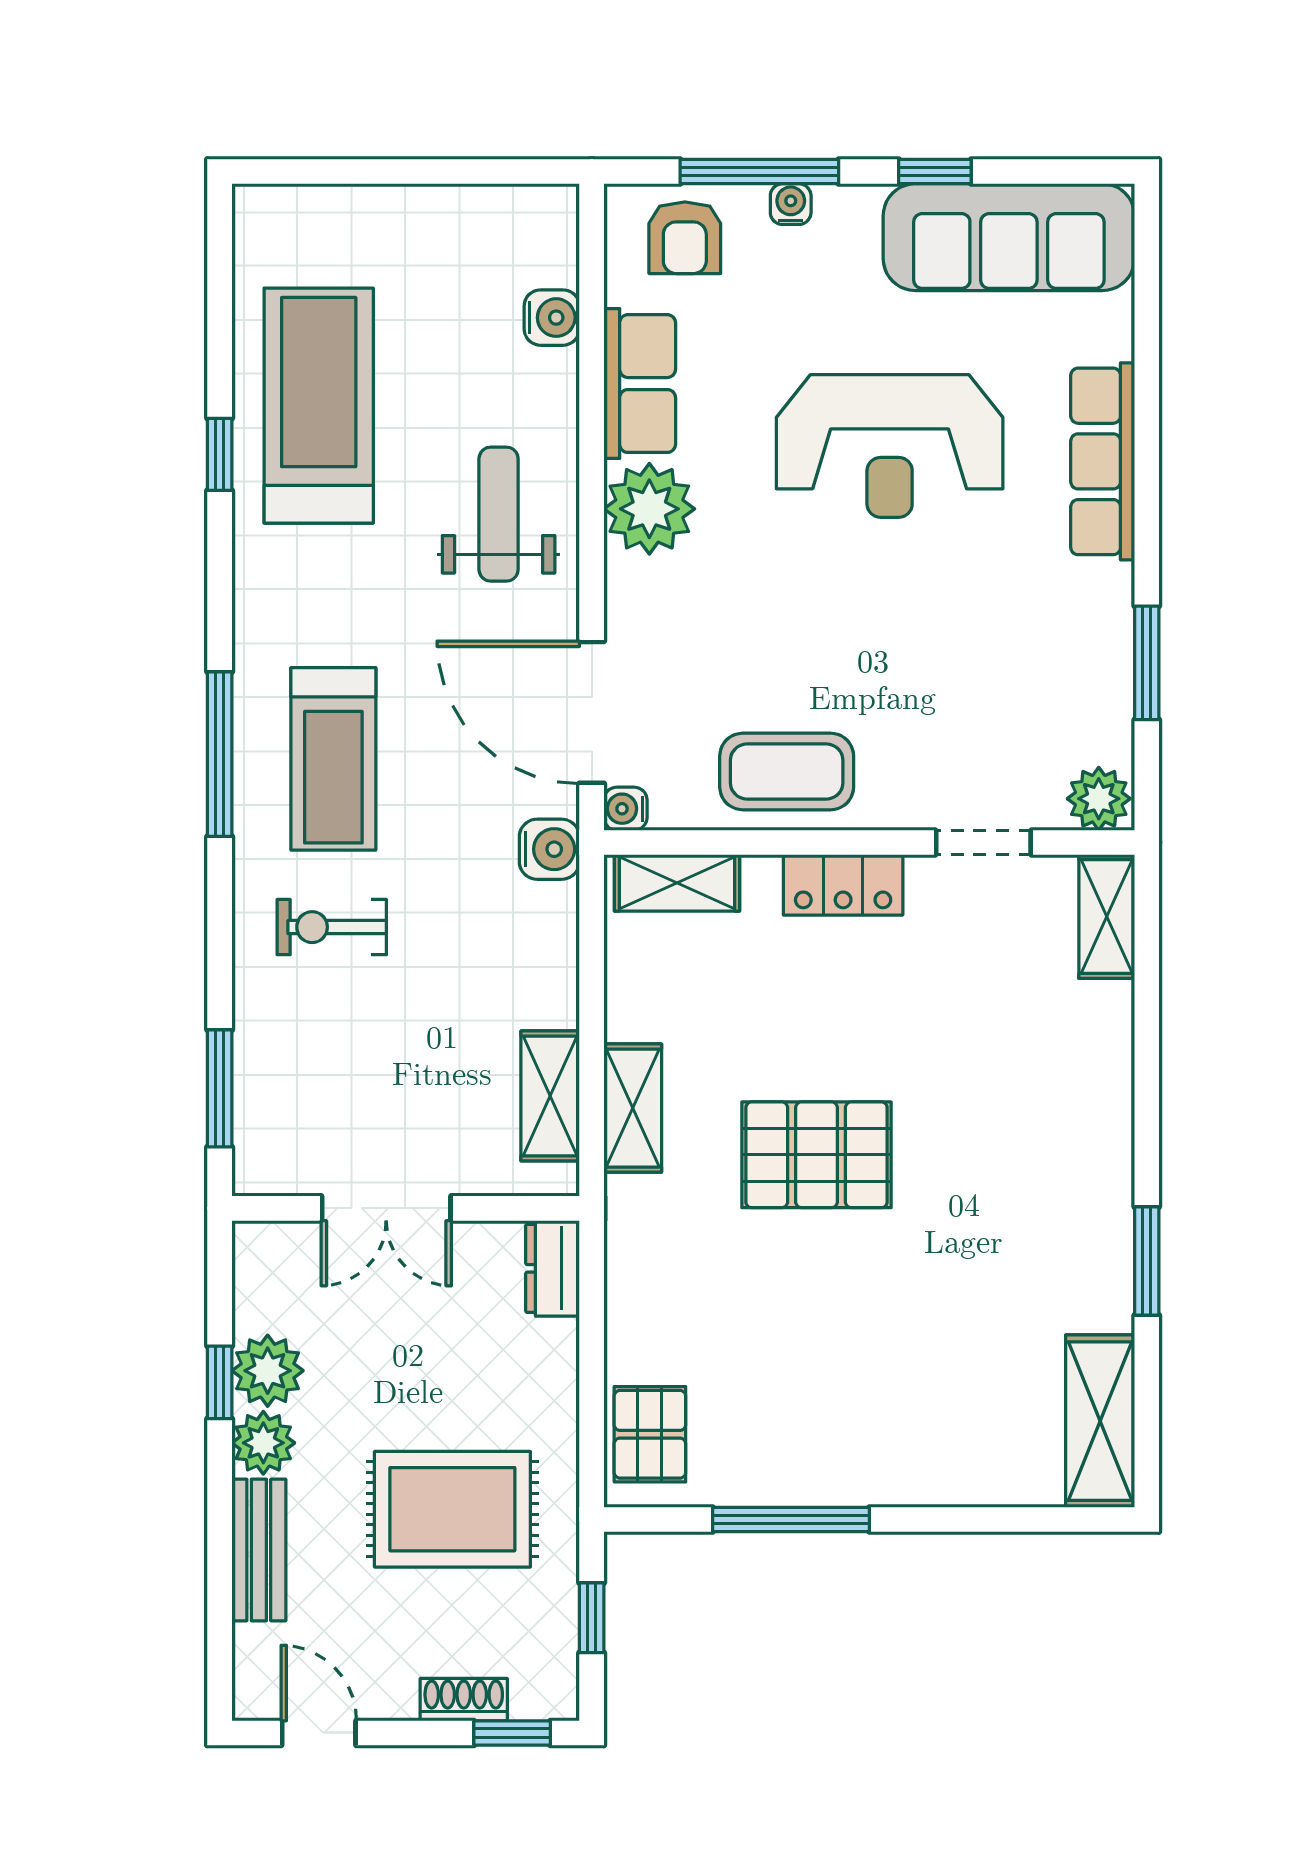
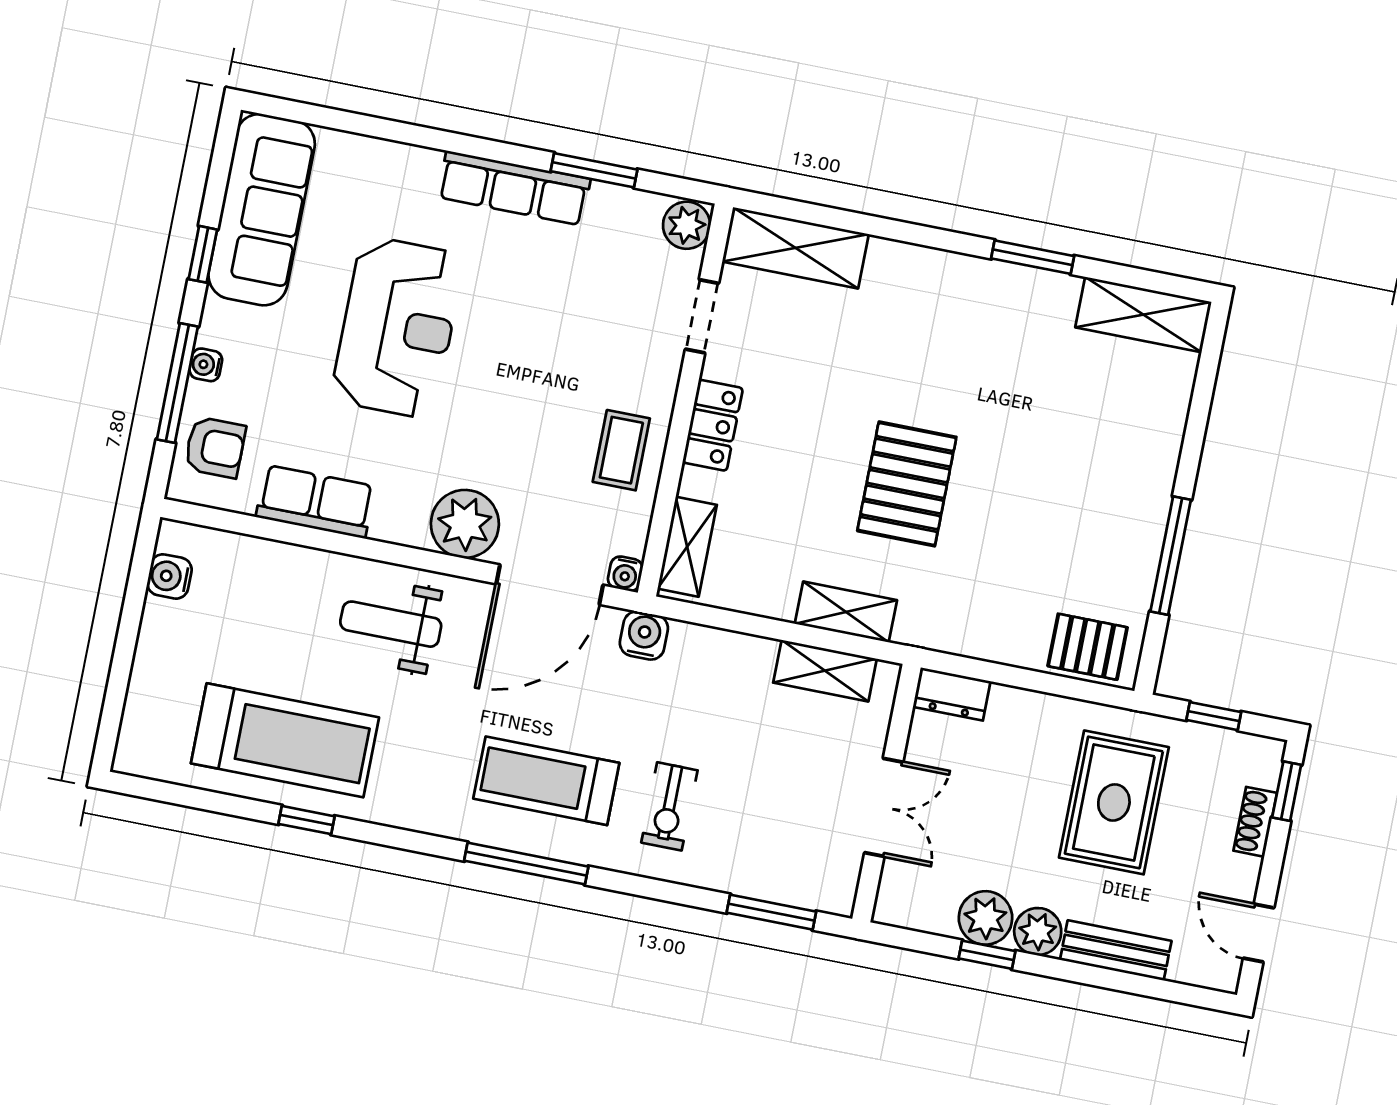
water cooler: (552, 318) -> (169, 576), moved, turned -90
treadmill: (319, 406) -> (285, 740), turned 180
row of seats: (1103, 461) -> (514, 188), moved
plant: (649, 509) -> (465, 524), moved
treadmill: (333, 759) -> (546, 781), turned 180
coffee table: (787, 771) -> (621, 450), width x0.73, depth x0.77
shelving: (1107, 917) -> (796, 248), width x1.50, depth x1.33
door: (319, 1733) -> (1259, 933), hinge flipped

